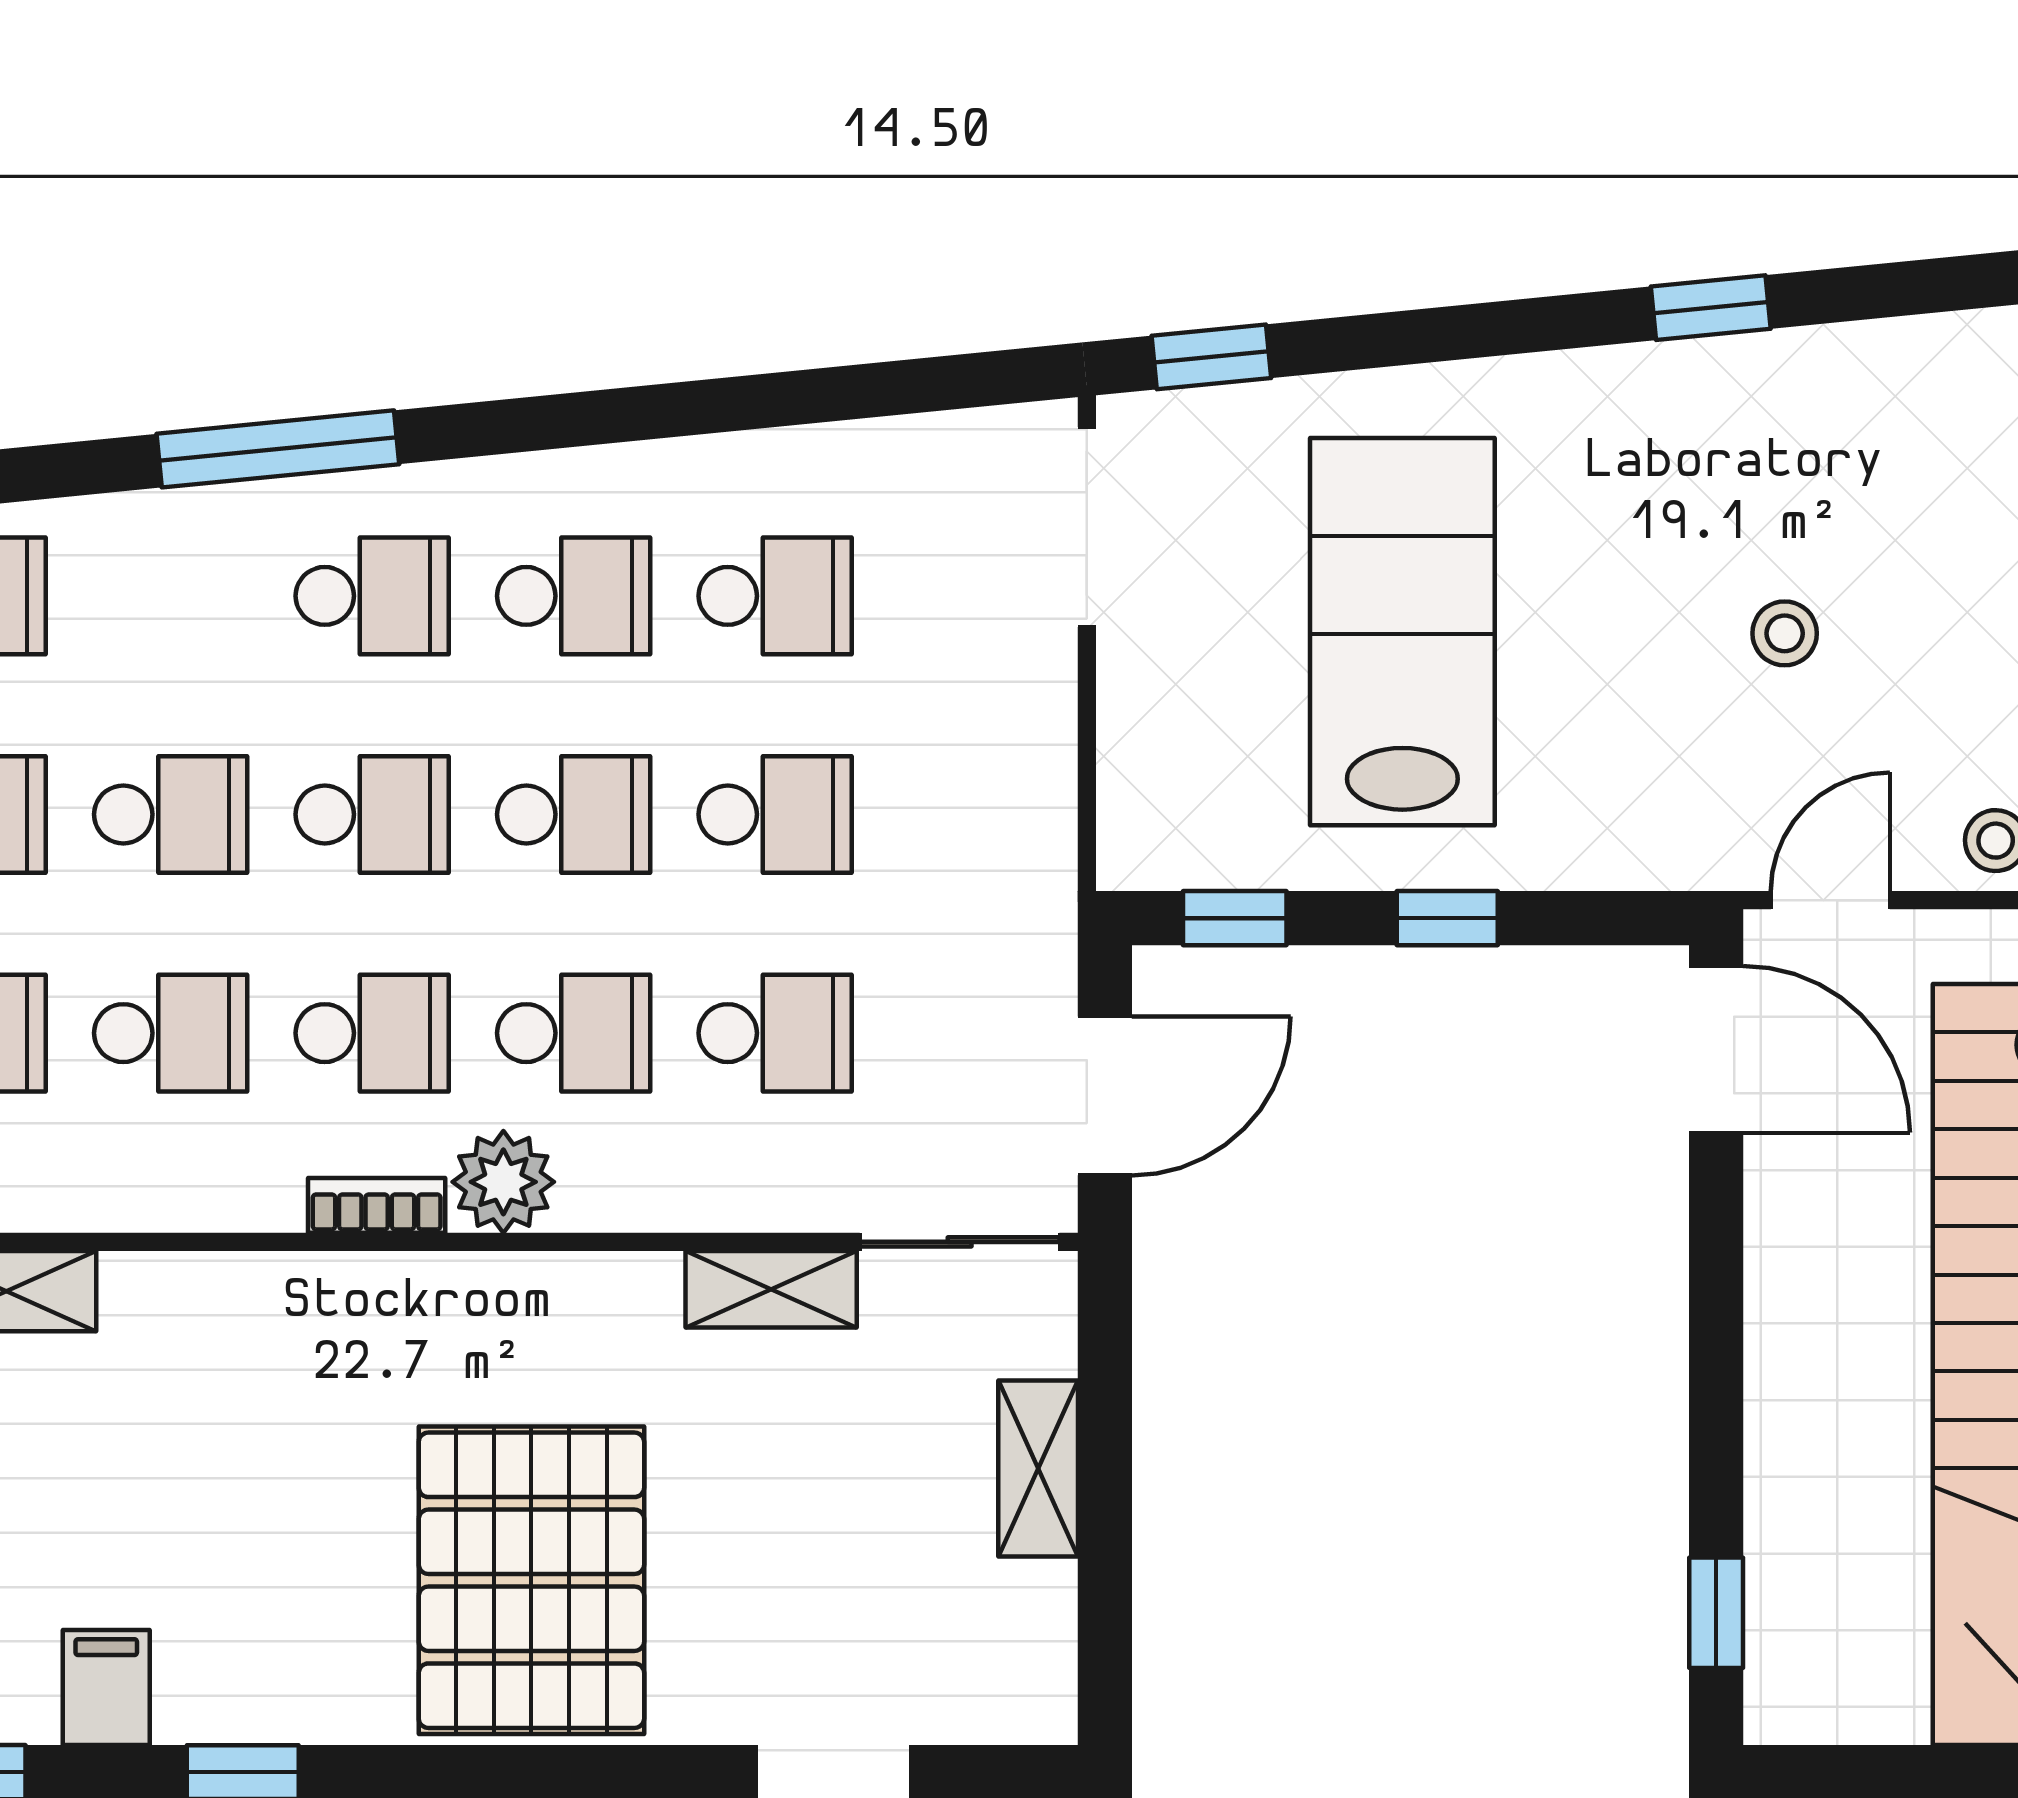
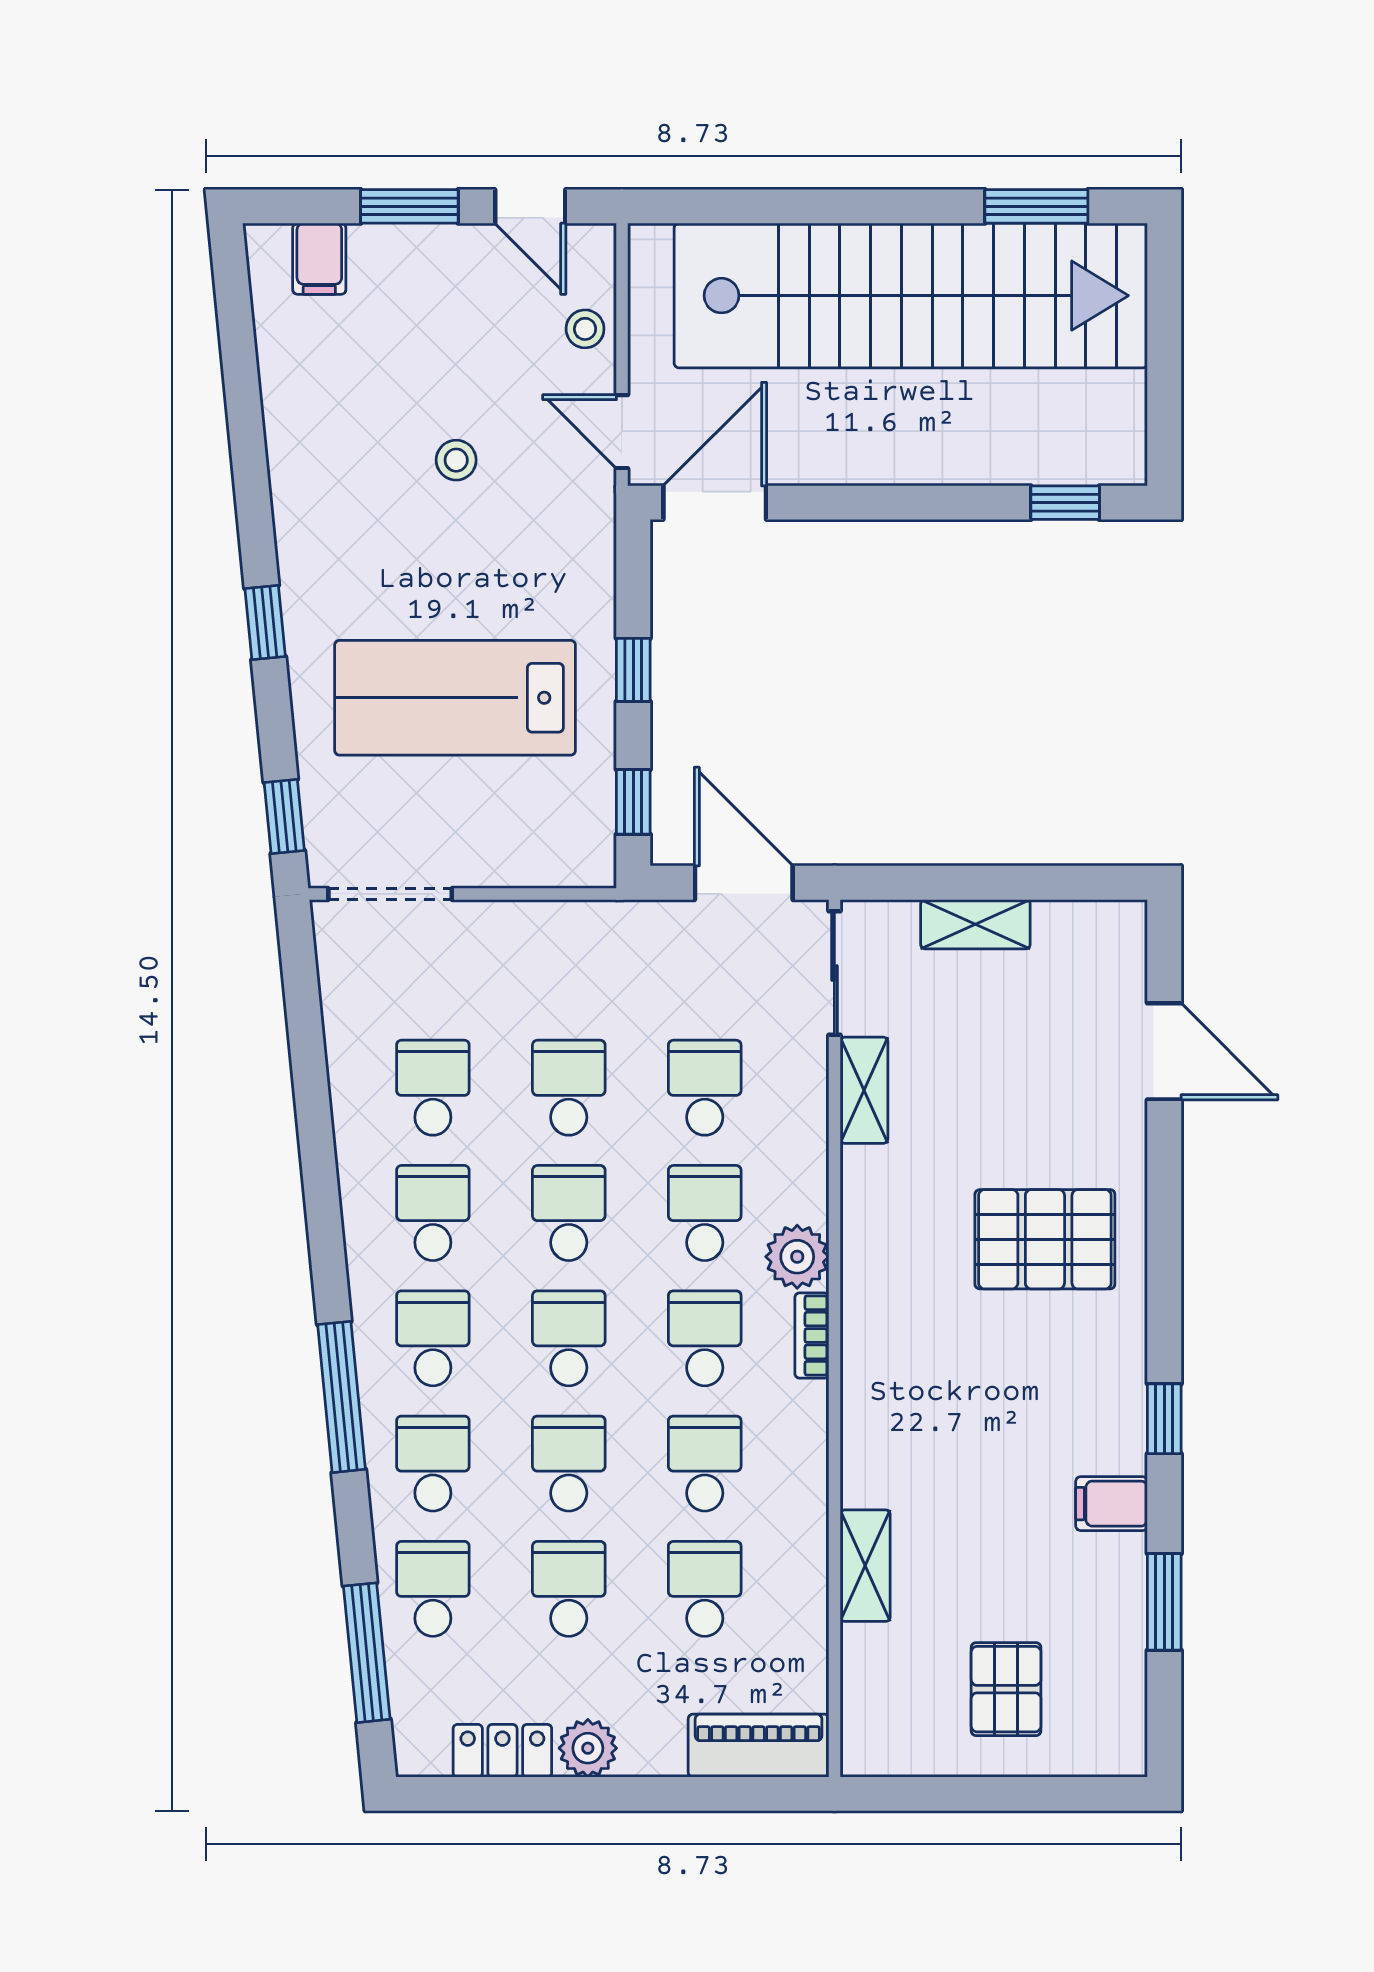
window: (1711, 308) -> (265, 623), moved
school desk: (171, 596) -> (433, 1464), added
pallet: (531, 1580) -> (1045, 1239), width x0.73, depth x0.71

